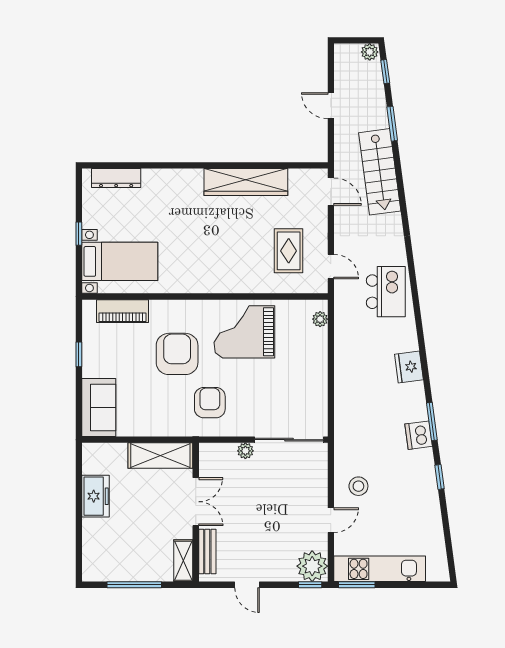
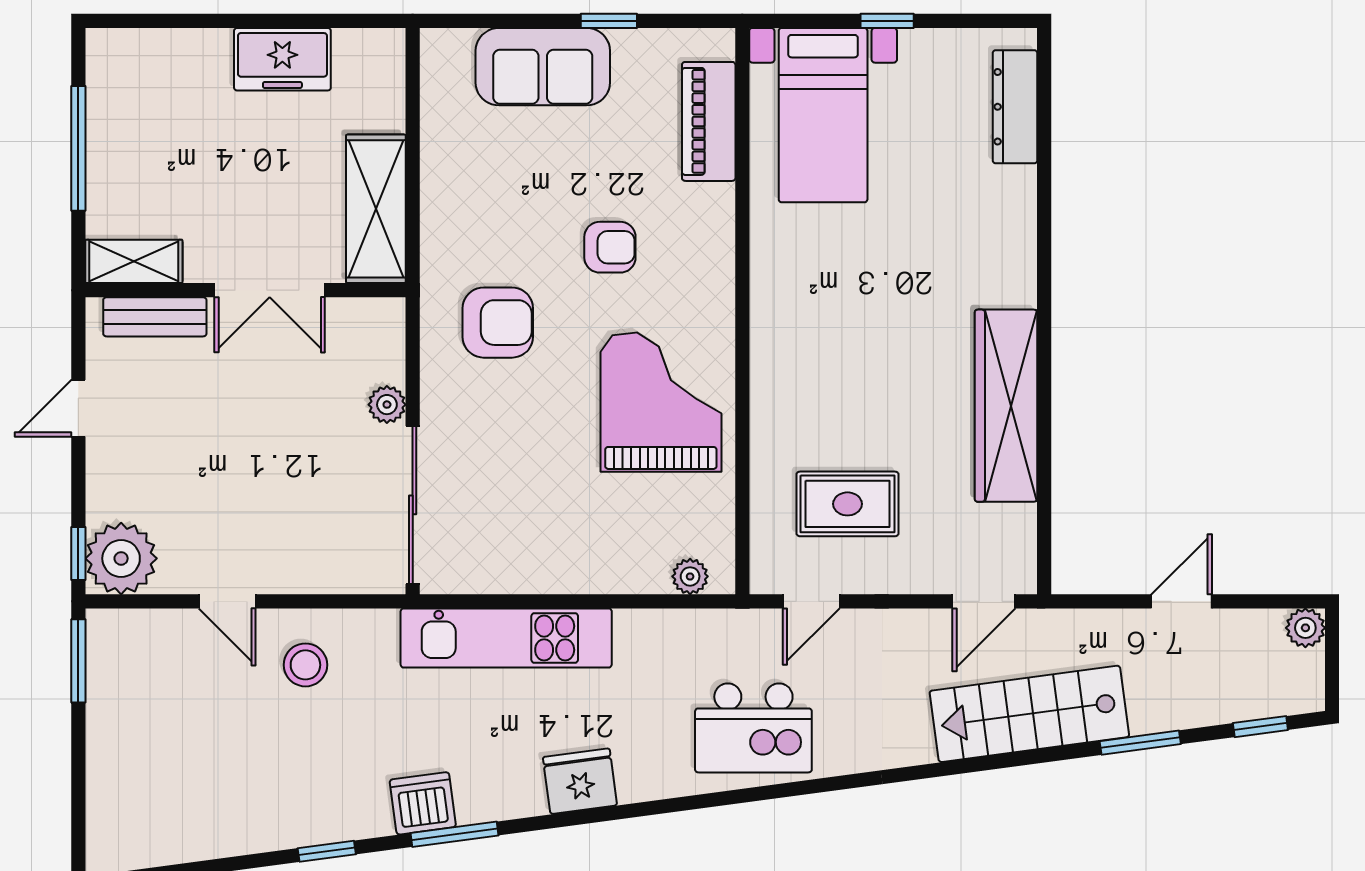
plant: (370, 52) -> (1305, 628), moved
armchair: (177, 354) -> (610, 247), width x0.53, depth x0.53
sofa: (99, 407) -> (543, 67), moved
kitchen unit: (380, 569) -> (506, 638), moved, turned 90

